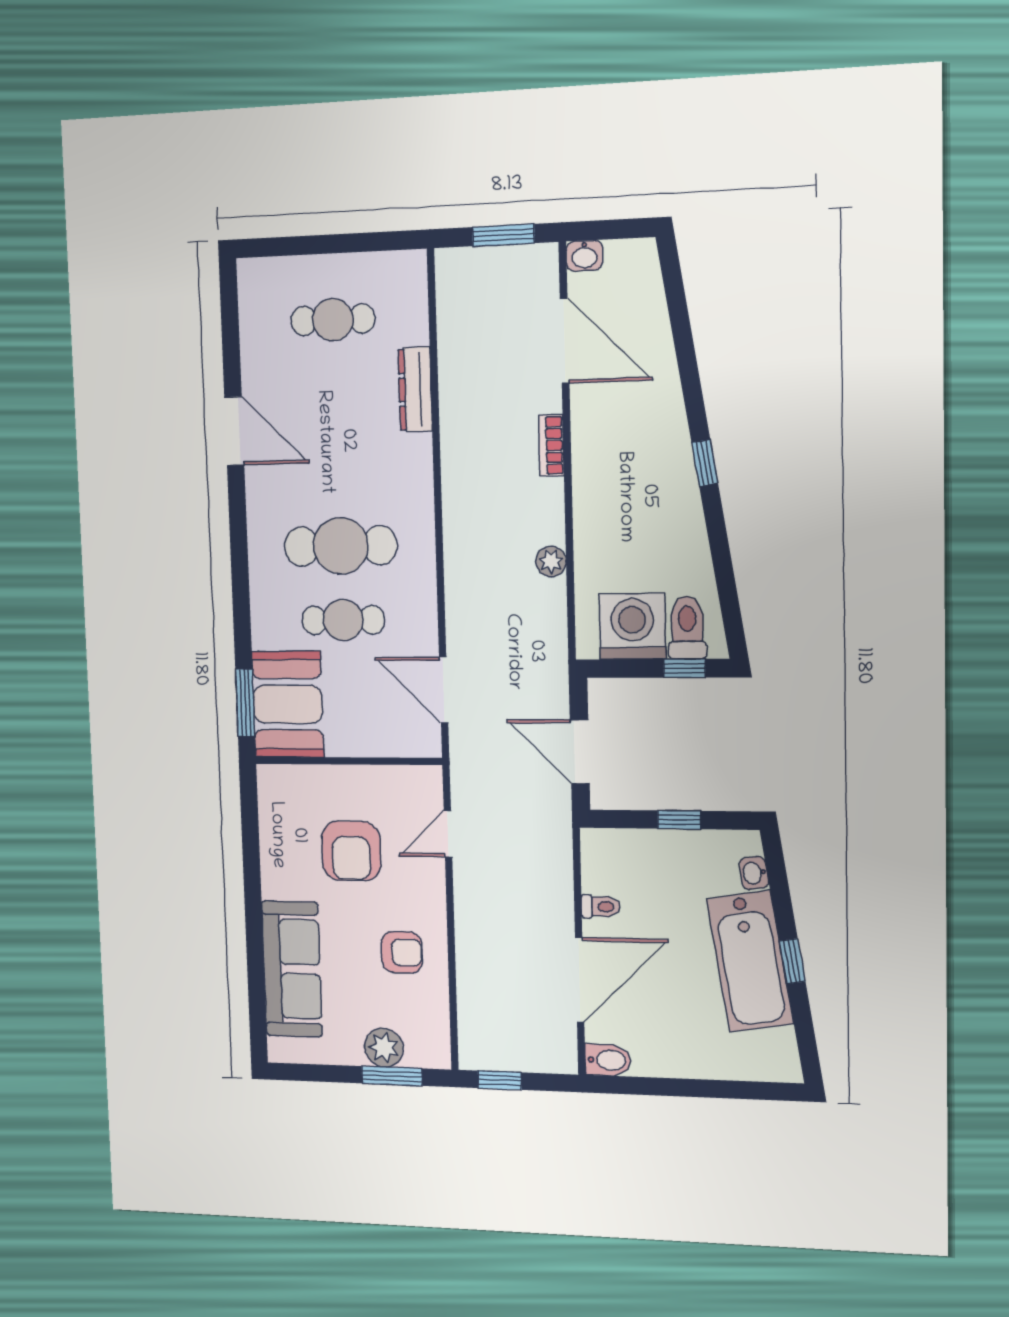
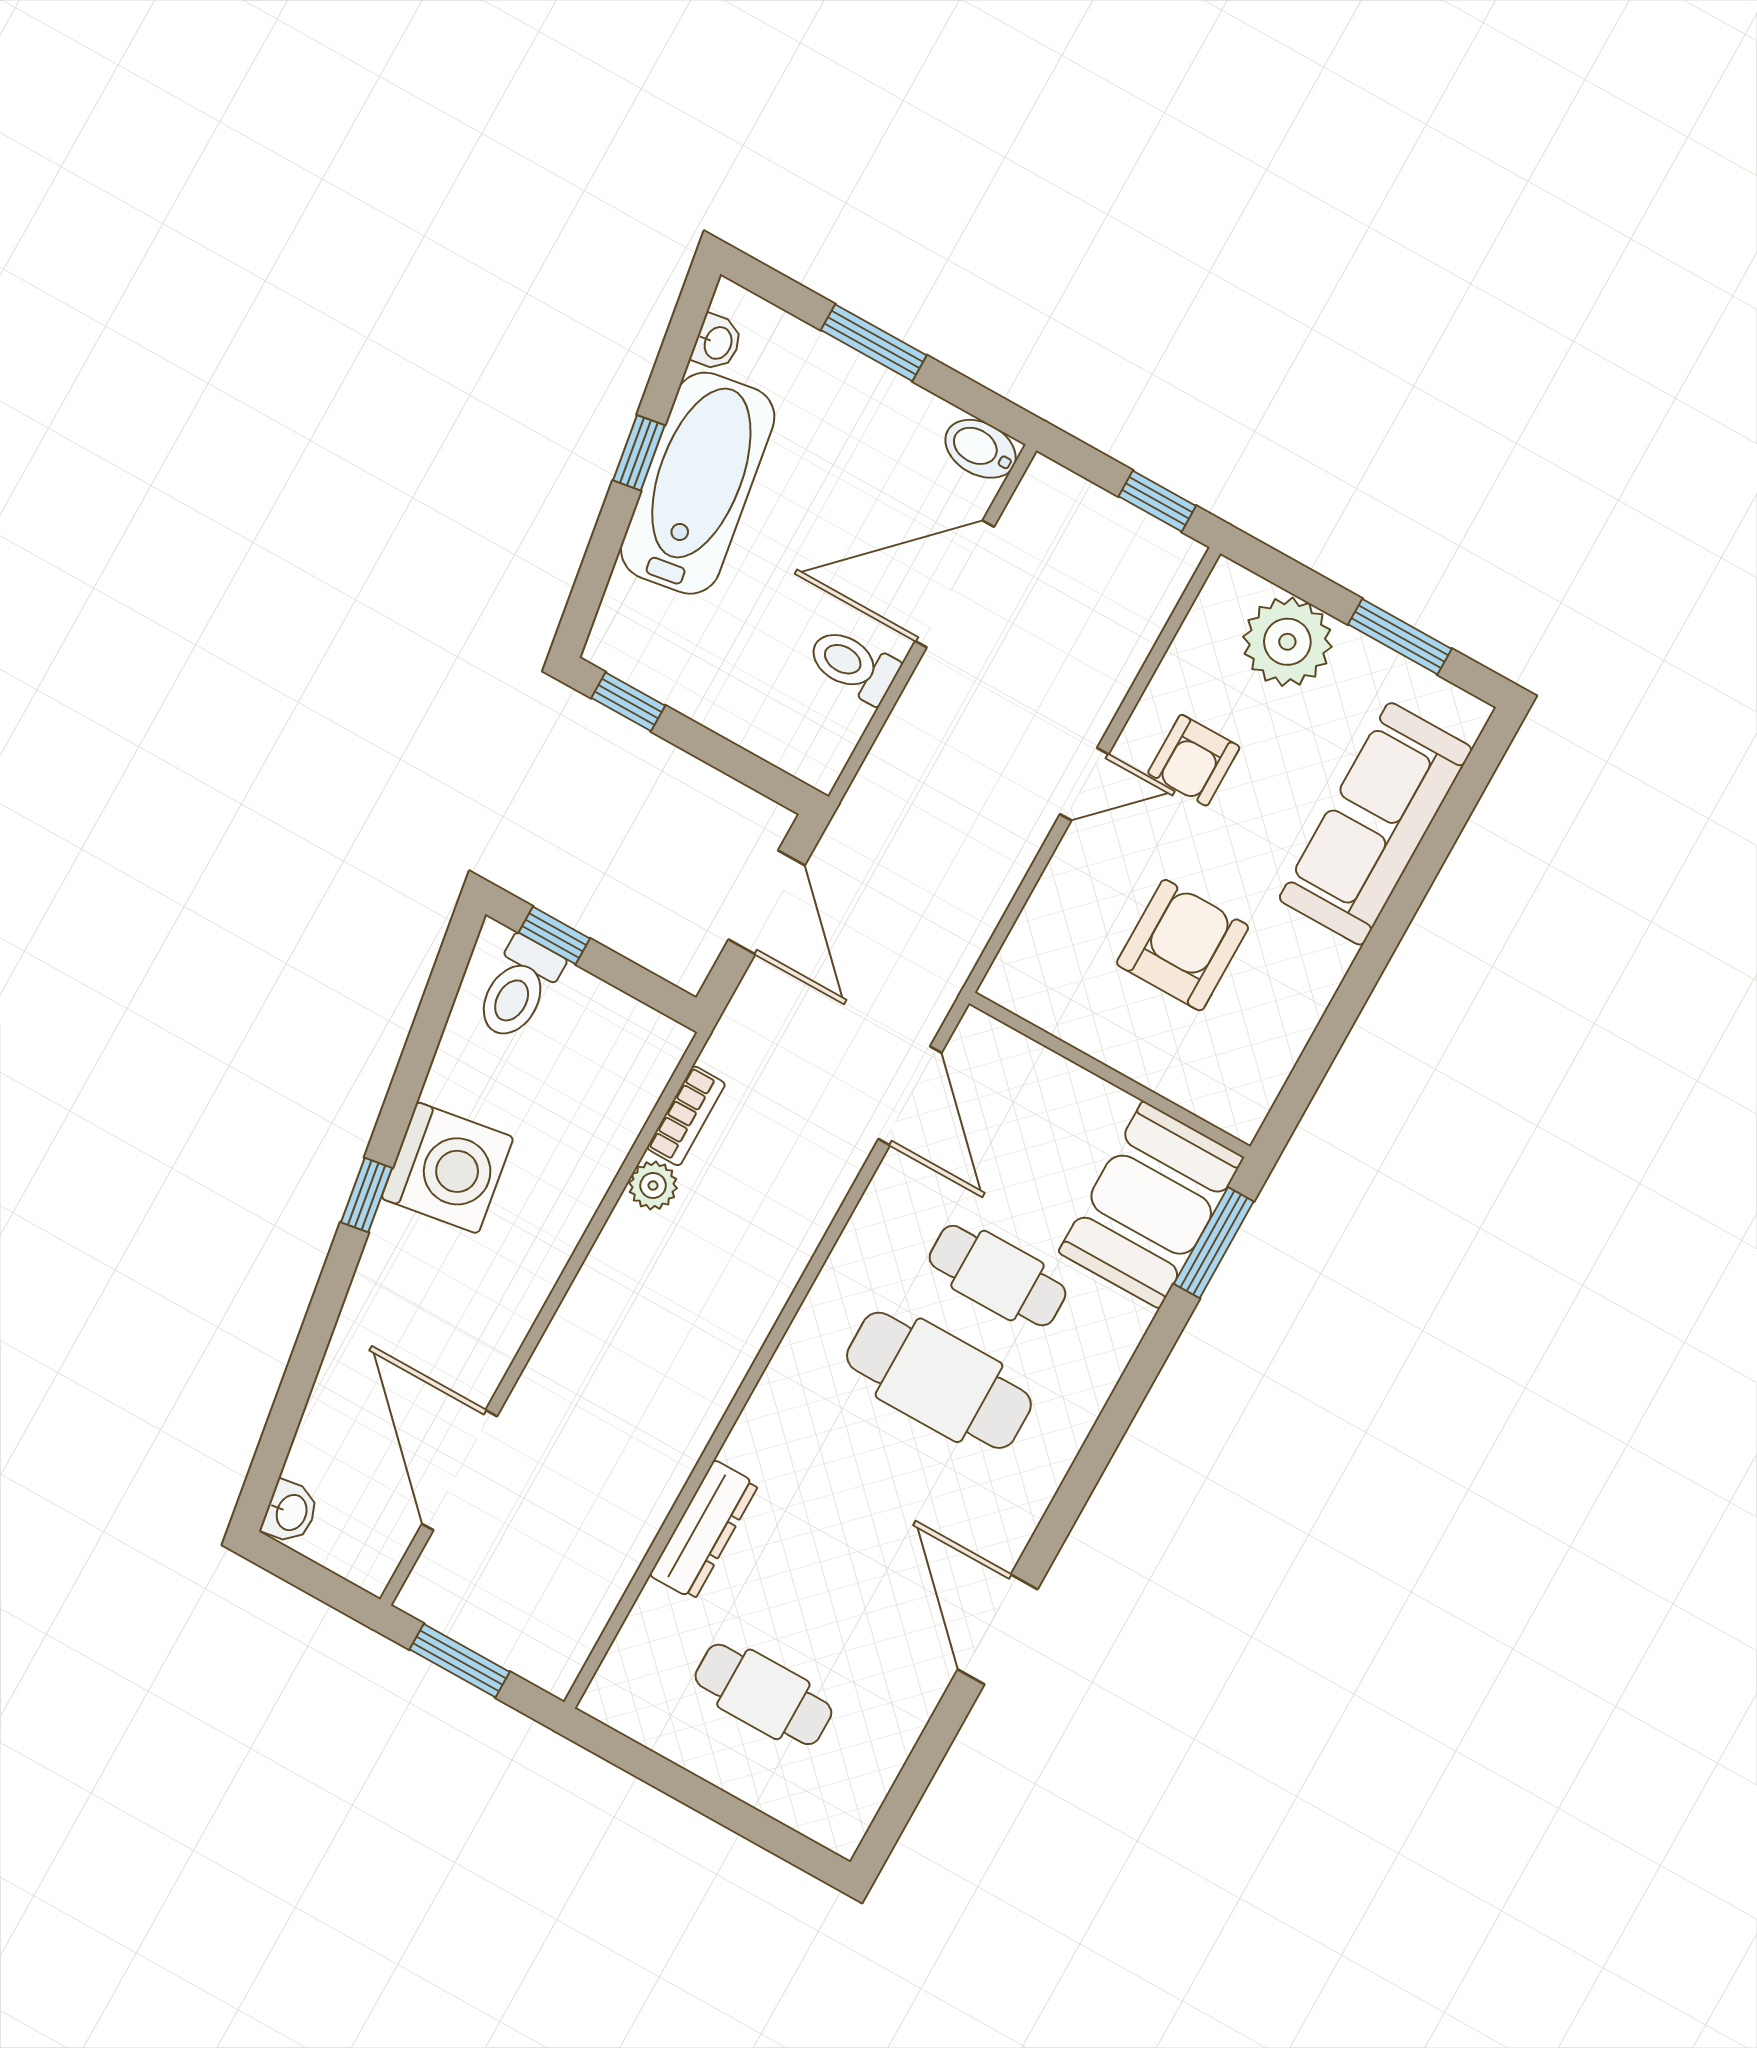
washbasin: (584, 256) -> (290, 1512), moved, turned 81
bookcase: (551, 445) -> (686, 1116), moved
washing machine: (632, 626) -> (447, 1168), moved, turned -99
window: (679, 820) -> (628, 702), moved
door: (448, 834) -> (1084, 784), moved
washbasin: (754, 873) -> (717, 343), moved
toilet: (601, 907) -> (853, 665), width x1.37, depth x1.39
armchair: (402, 952) -> (1194, 760), turned -90
plant: (384, 1048) -> (1287, 642), width x1.36, depth x1.36
window: (392, 1076) -> (1400, 637), moved
window: (698, 1088) -> (874, 343), added

